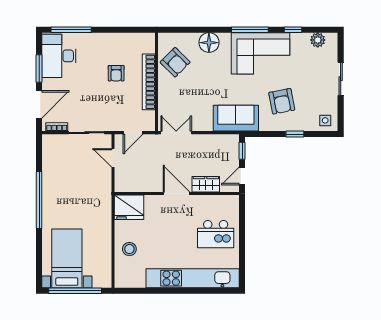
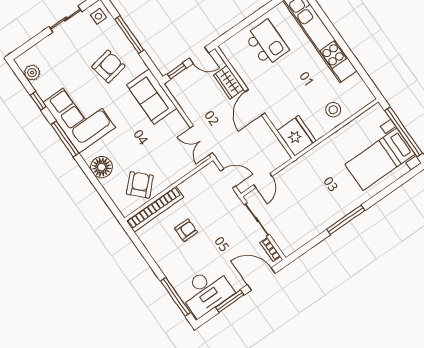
sliding door: (341, 79) -> (65, 19), moved
bookcase: (149, 82) -> (155, 209), moved
window: (295, 134) -> (129, 35), width x2.17
window: (39, 200) -> (346, 220), width x0.68

